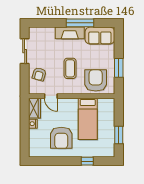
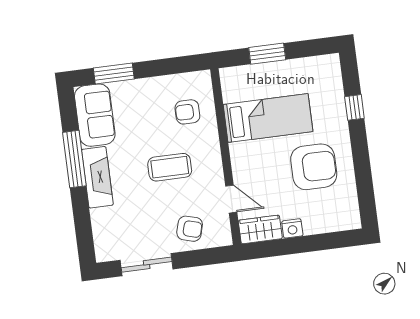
window: (119, 68) -> (114, 74), moved
armchair: (96, 80) -> (187, 112), width x0.53, depth x0.53
door: (51, 96) -> (231, 199), hinge flipped
window: (119, 135) -> (267, 54), moved

